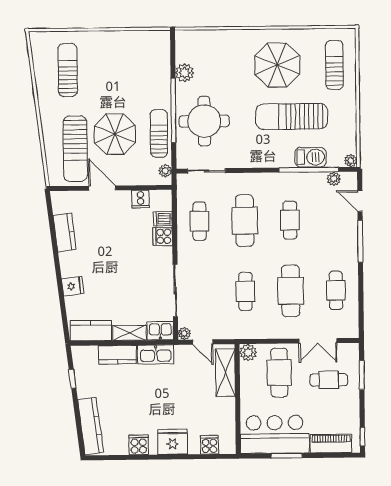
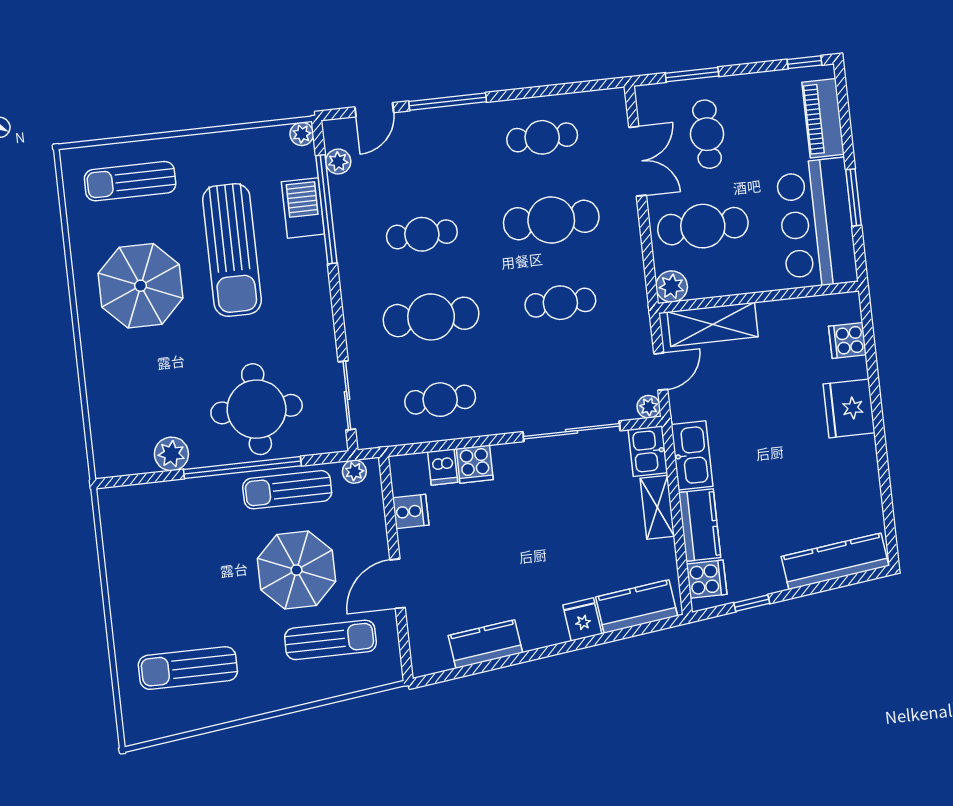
sun lounger: (75, 149) -> (330, 640), width x0.73, depth x0.75
kitchen counter: (91, 331) -> (637, 607), moved, turned 83
cooker: (139, 445) -> (707, 579), moved, turned 180

